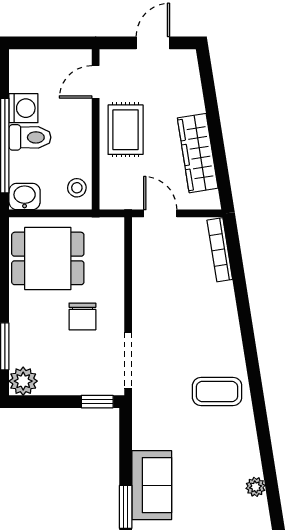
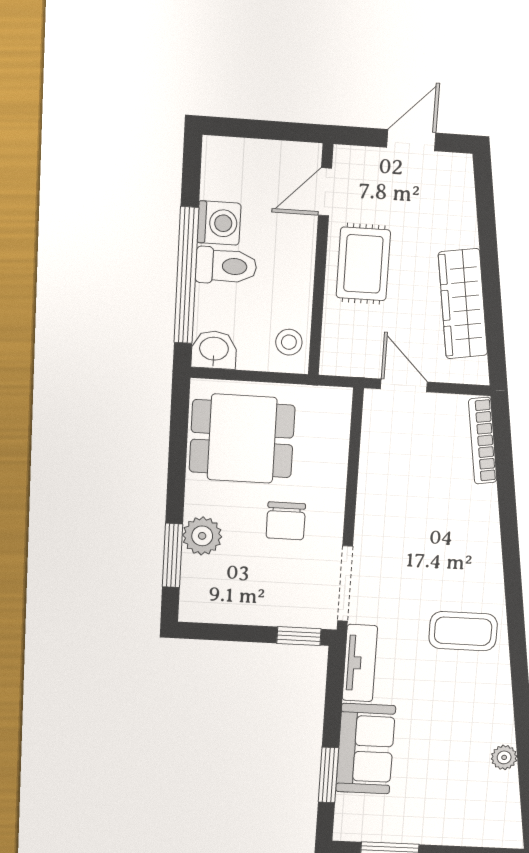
plant: (23, 381) -> (202, 536), moved
tv unit: (143, 420) -> (360, 663), added

